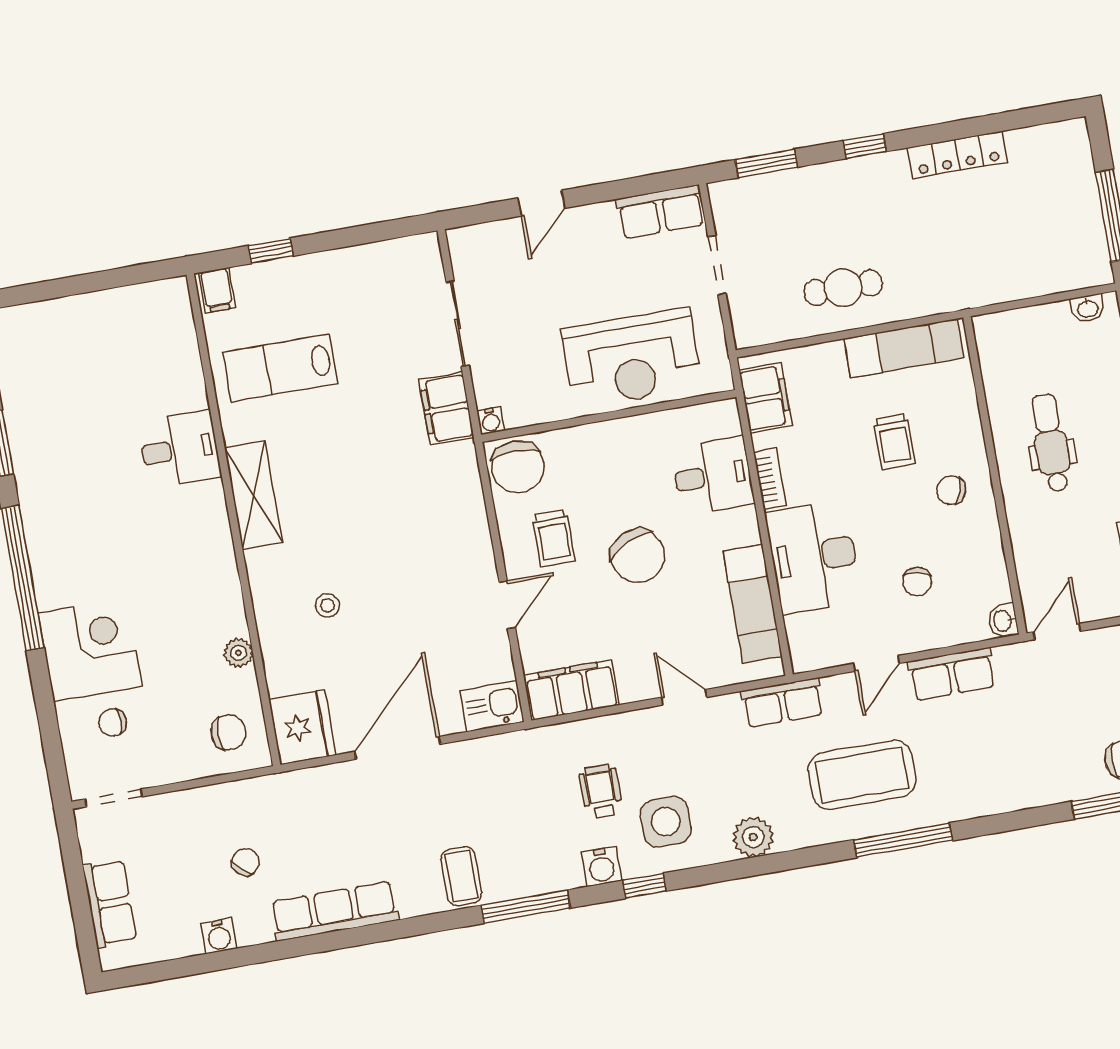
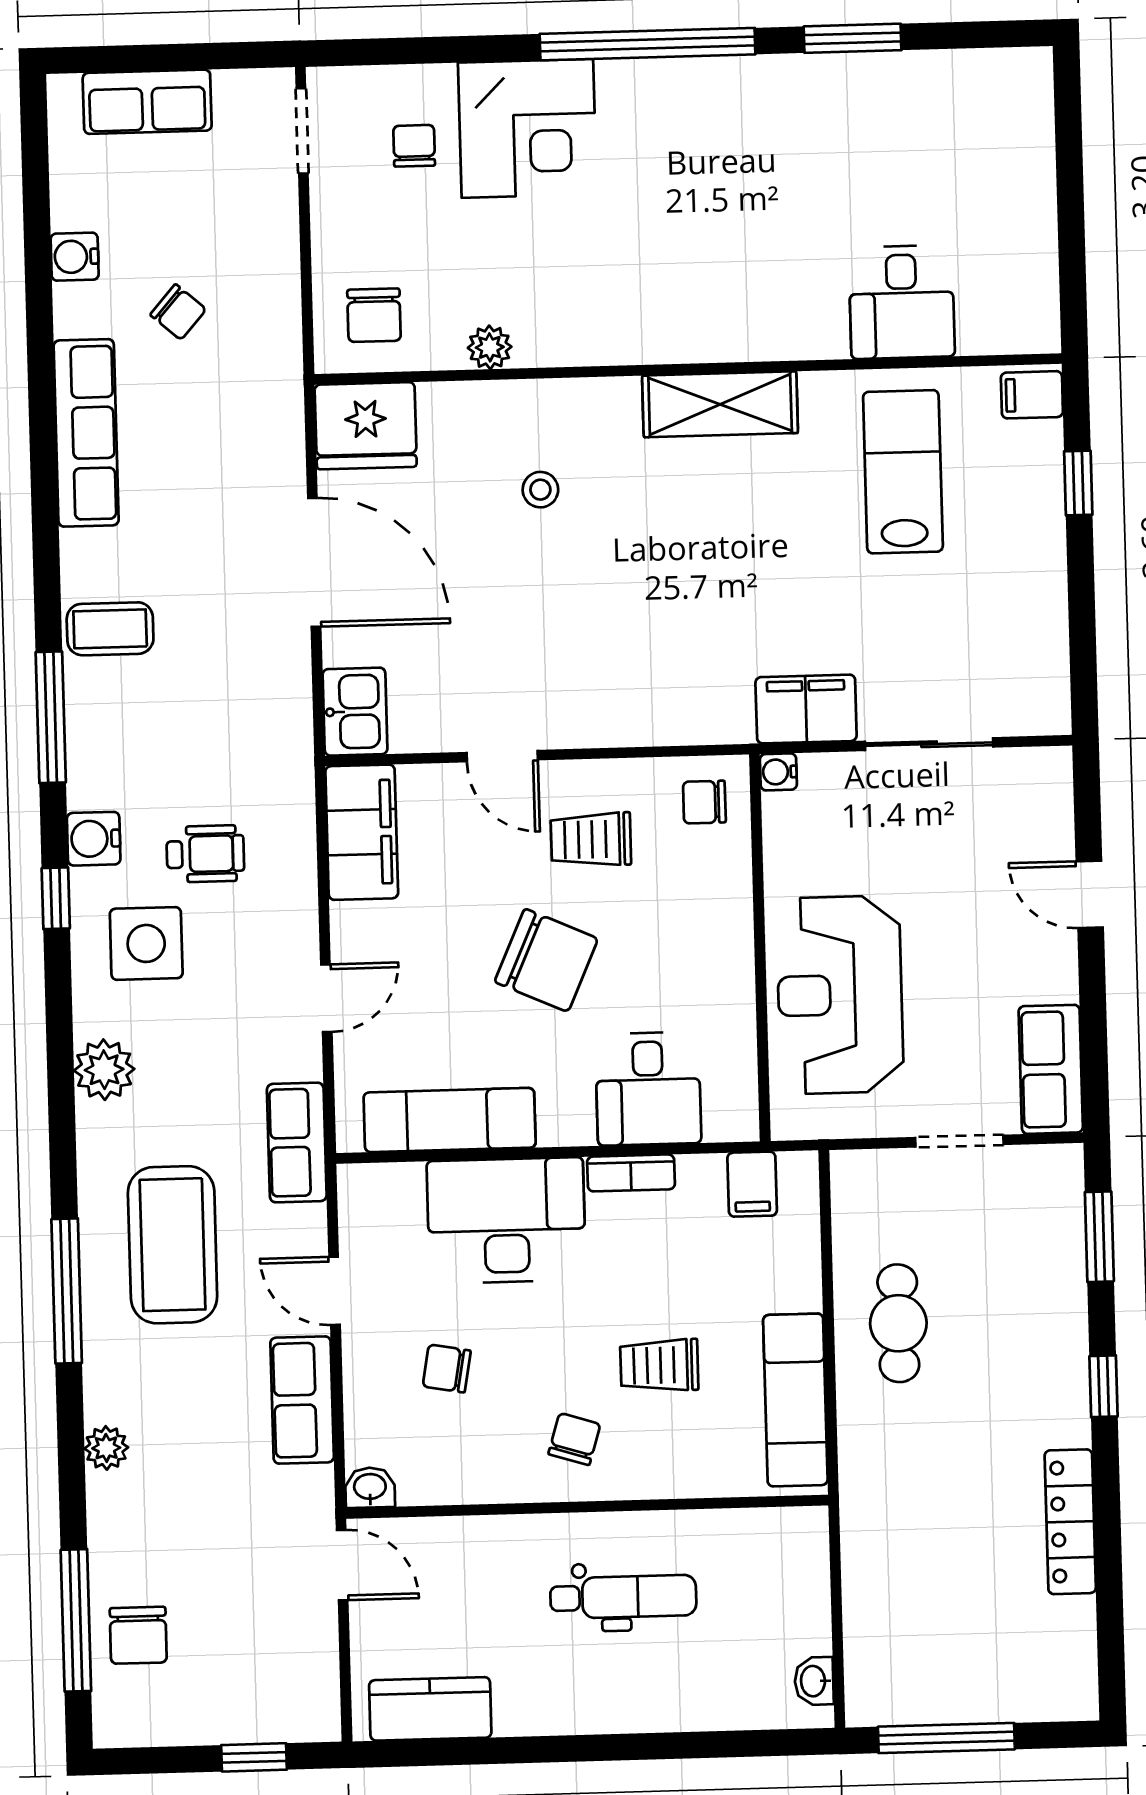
filing cabinet: (766, 398) -> (752, 1184), width x0.50
desk: (180, 449) -> (902, 302), moved
chair: (518, 467) -> (704, 802), width x0.54, depth x0.54
chair: (638, 556) -> (546, 960), turned -131
plant: (1003, 799) -> (106, 1448), added

